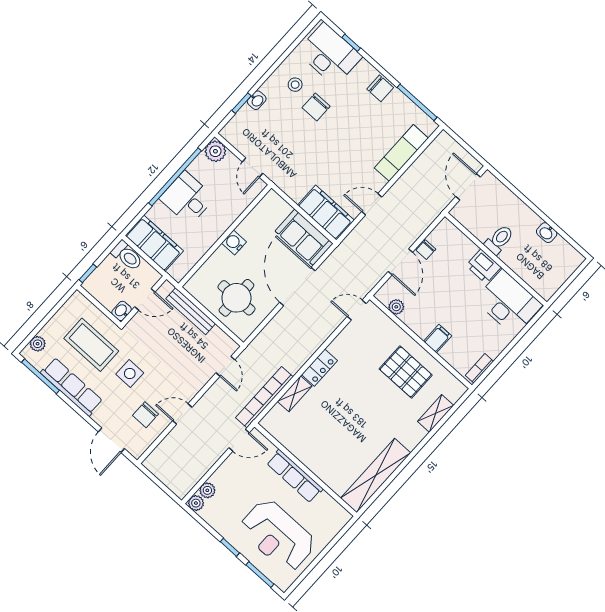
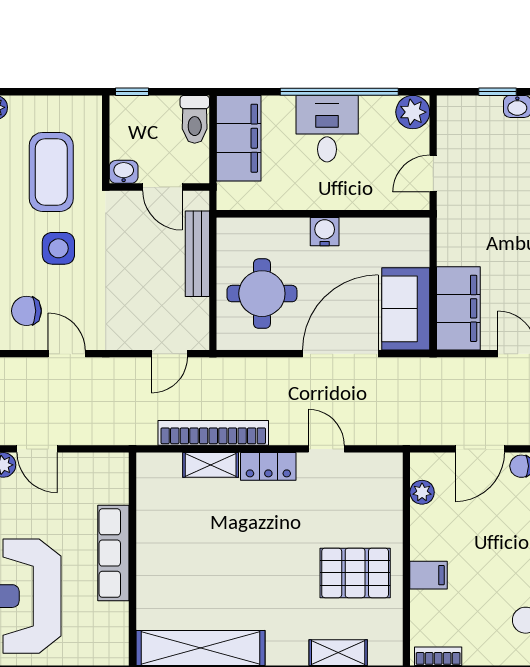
door: (357, 310) -> (326, 449), moved
pallet: (406, 372) -> (355, 573), turned 90
bookcase: (264, 397) -> (213, 433), moved
door: (239, 440) -> (37, 449), moved

